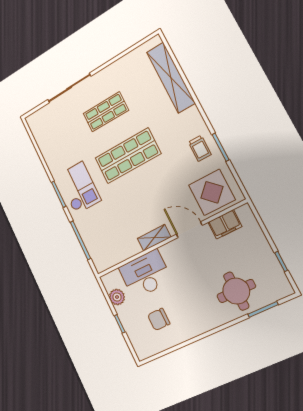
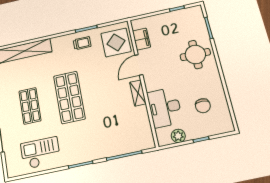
checkout: (79, 188) -> (41, 153), moved
round table: (236, 291) -> (195, 55), moved

